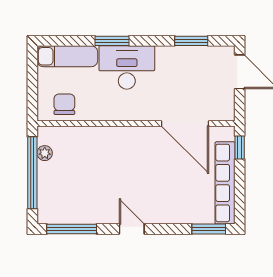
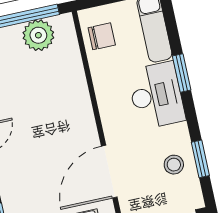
stool: (191, 65) -> (174, 165), added
plant: (45, 153) -> (38, 35), width x1.88, depth x1.88

